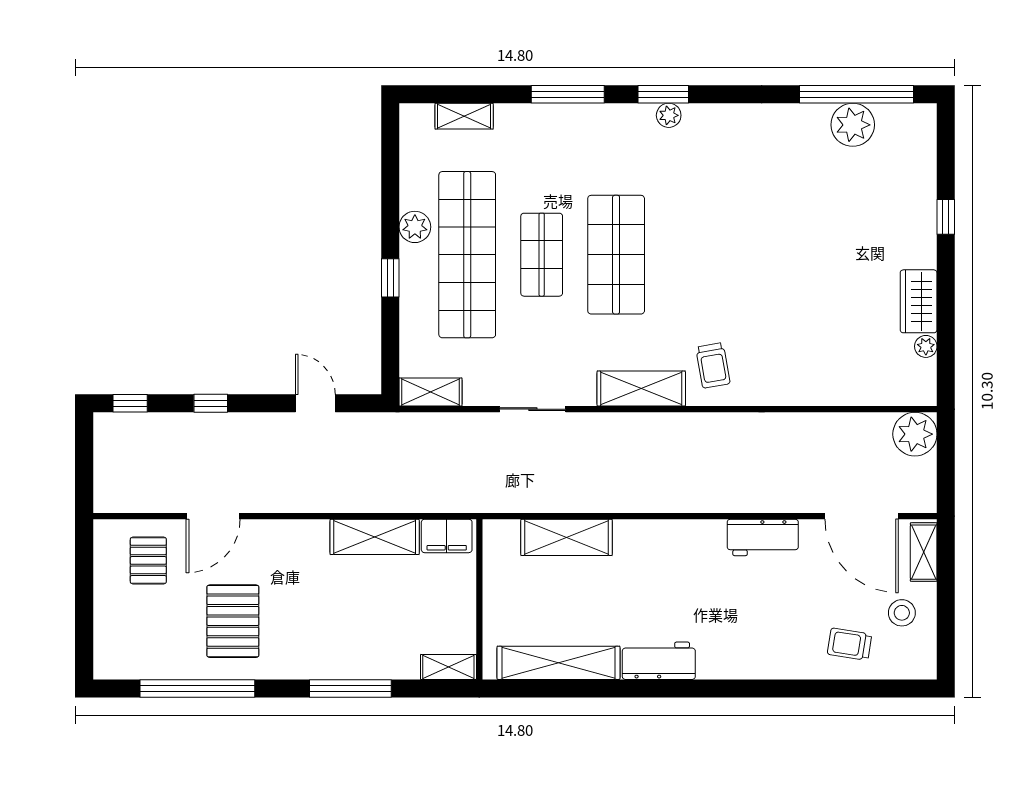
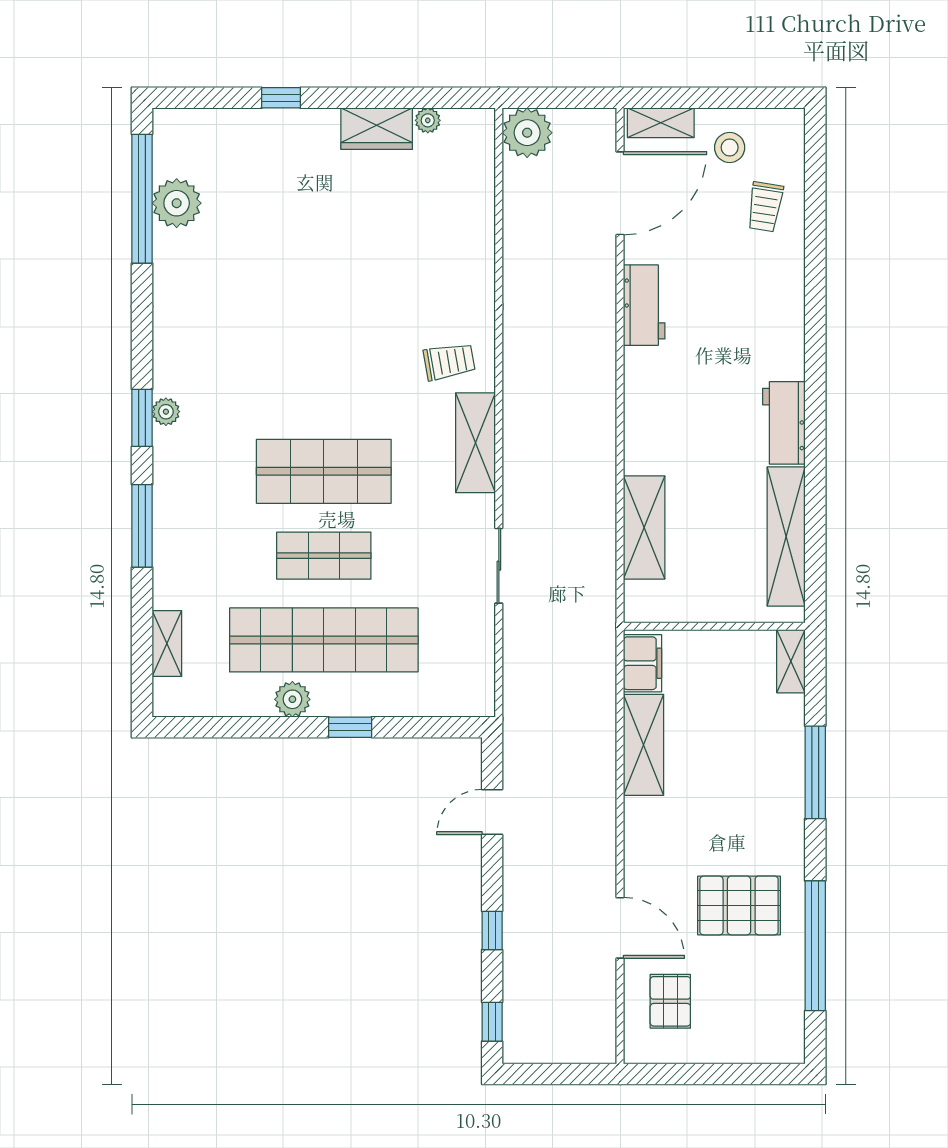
shelving: (431, 392) -> (479, 681), removed
pallet: (148, 560) -> (670, 1001), turned 90

